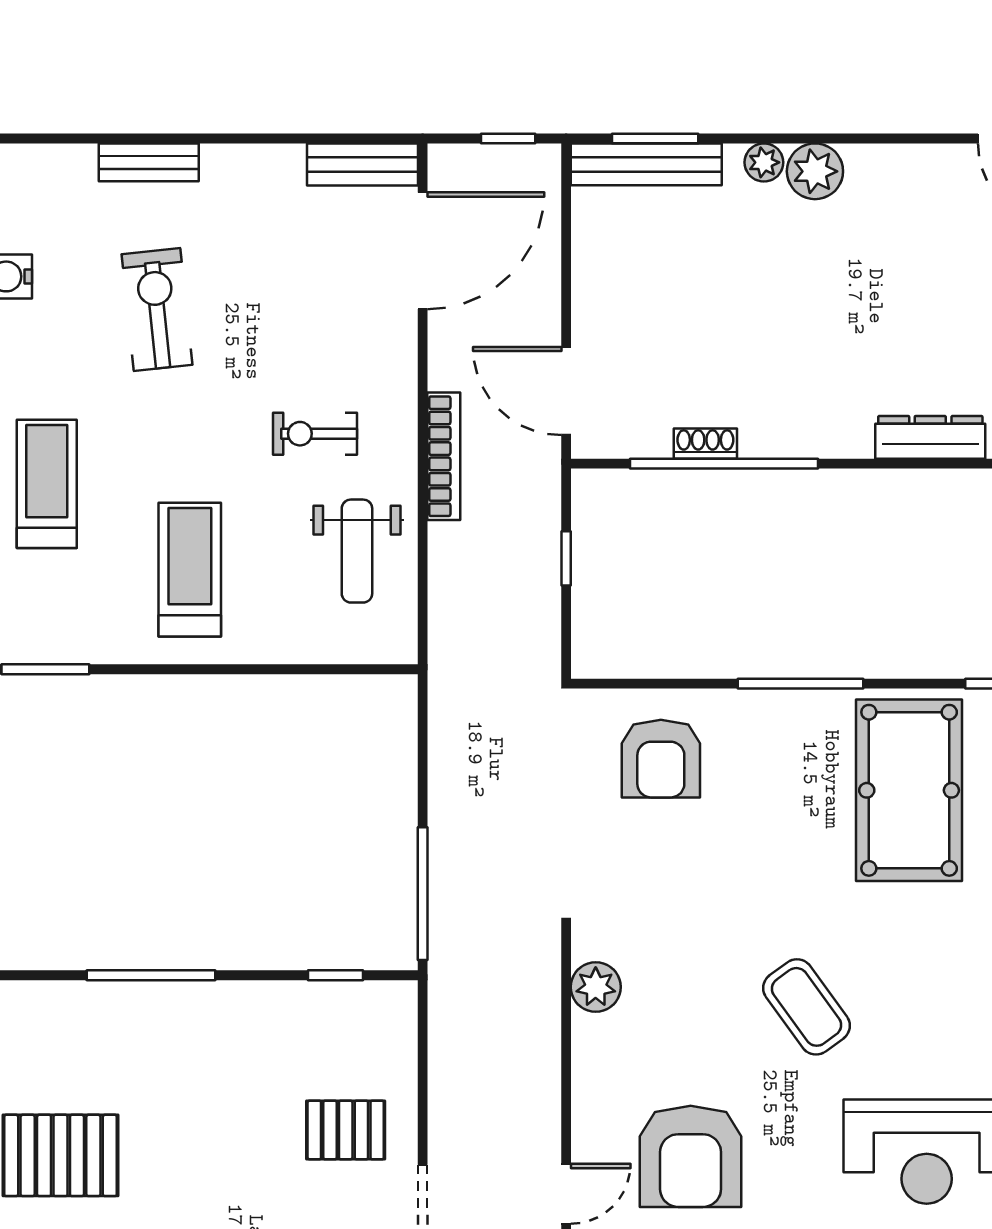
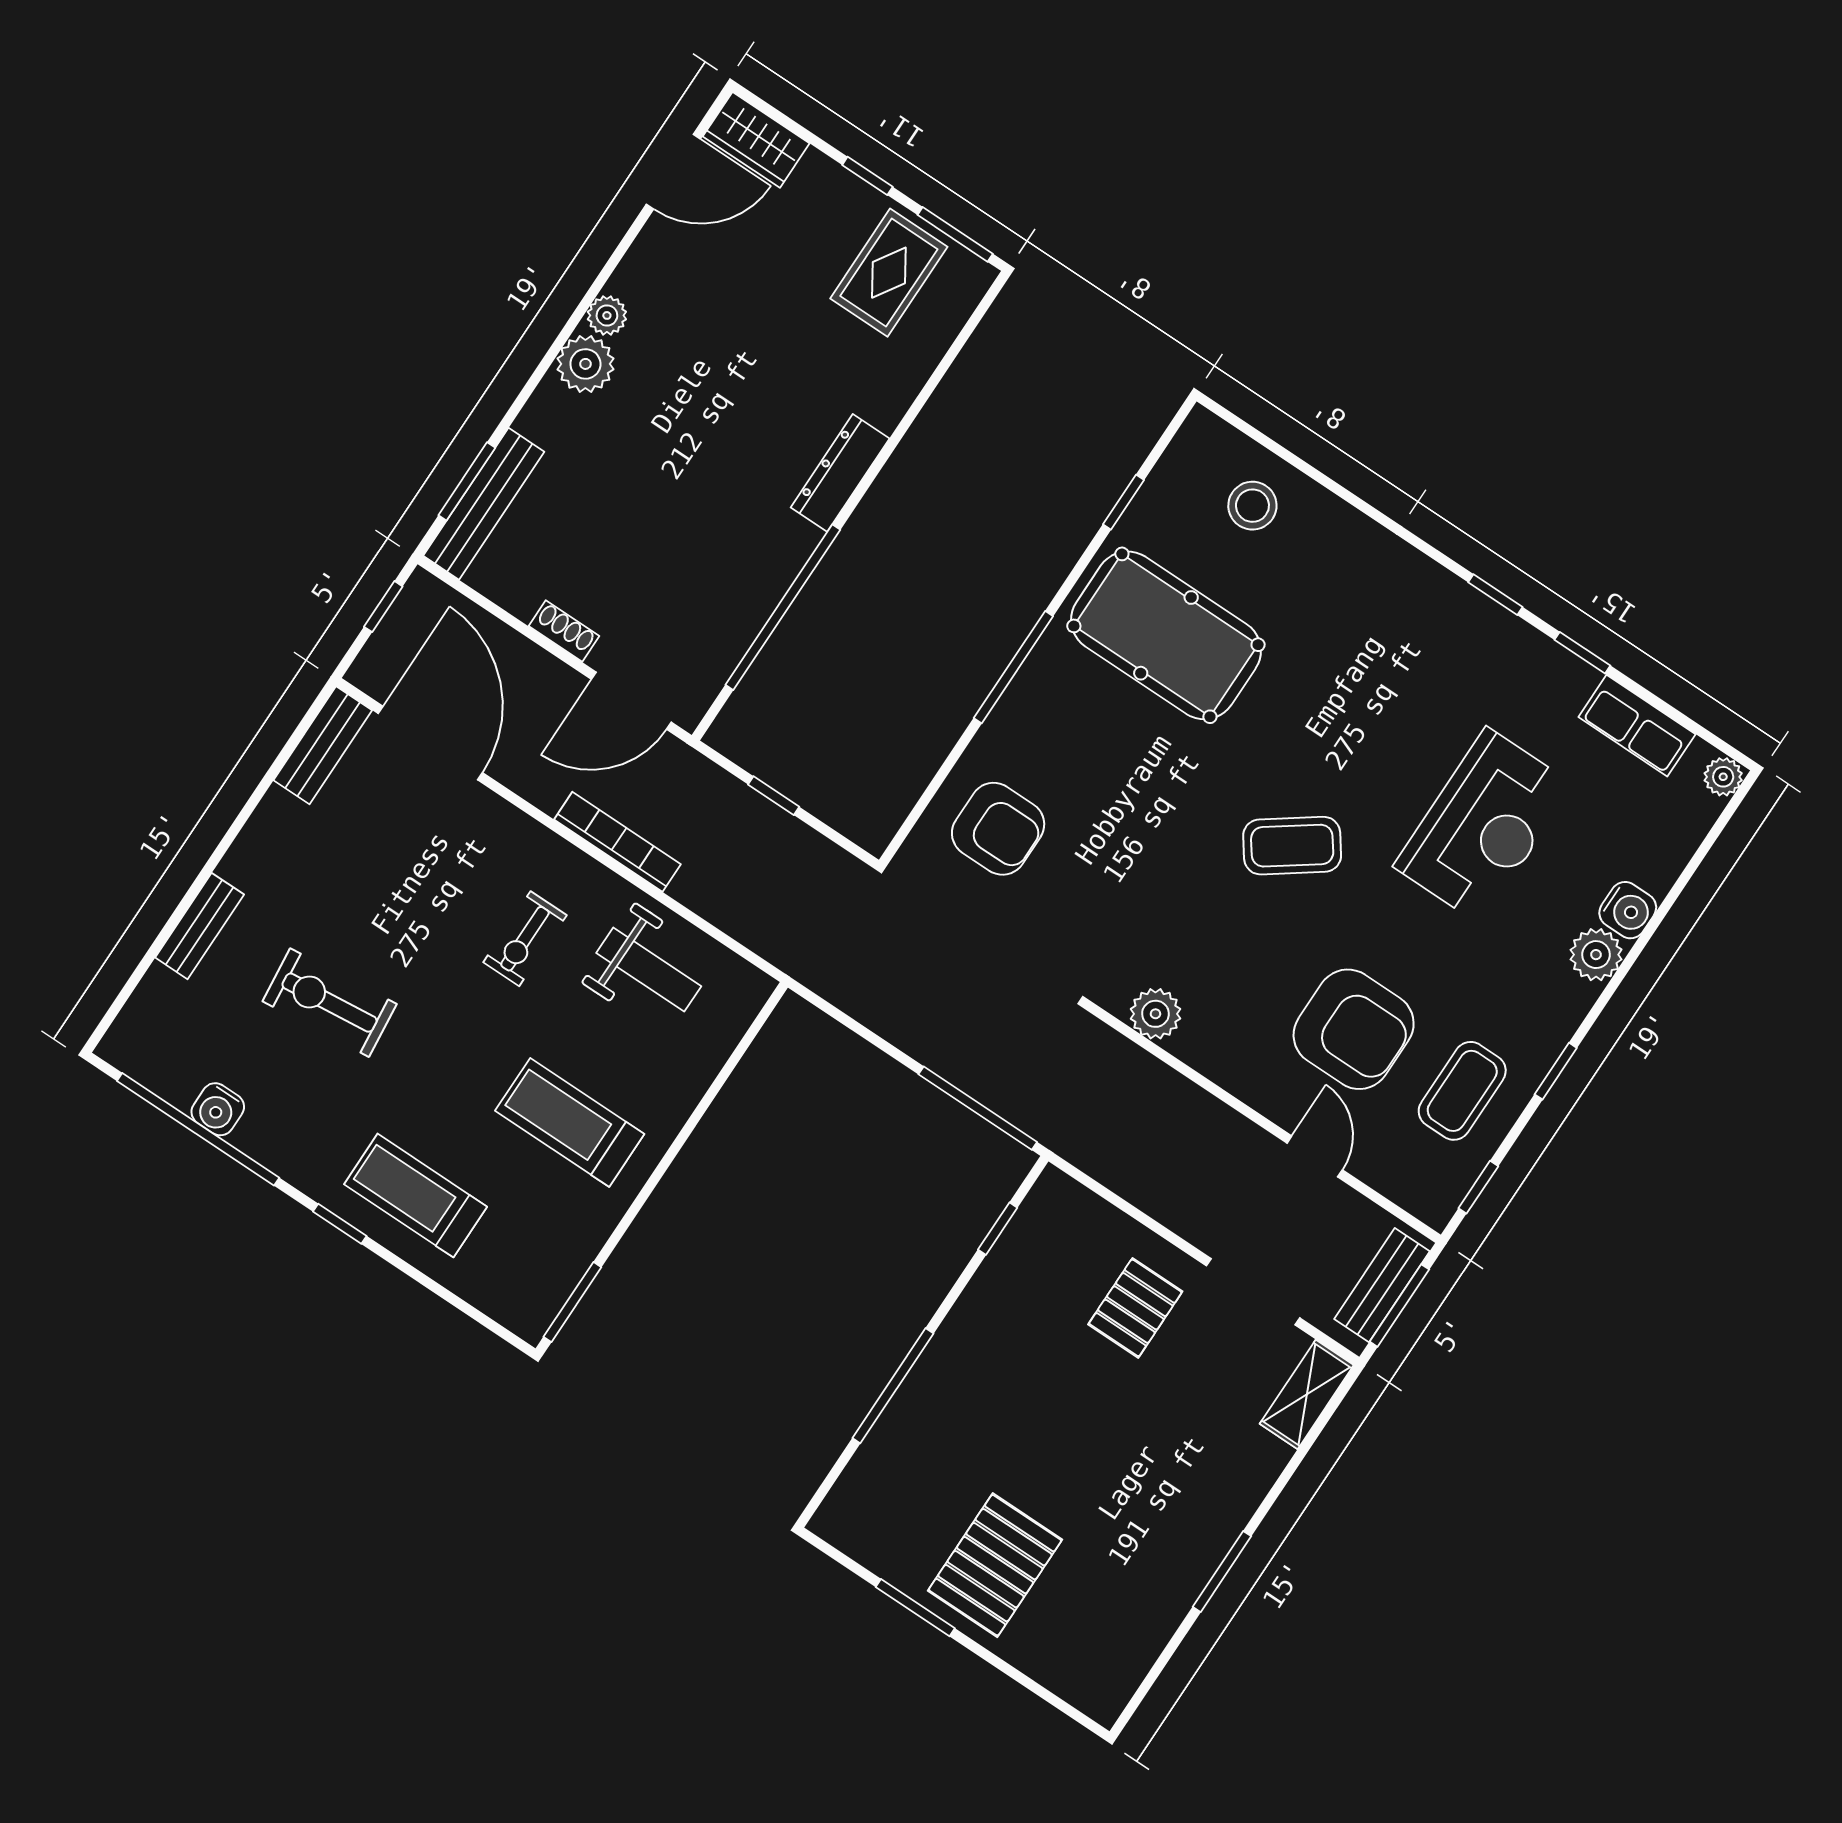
plant: (764, 162) -> (607, 315), moved
dresser: (930, 437) -> (840, 473), moved
shoe rack: (705, 444) -> (564, 631), moved, turned 90

